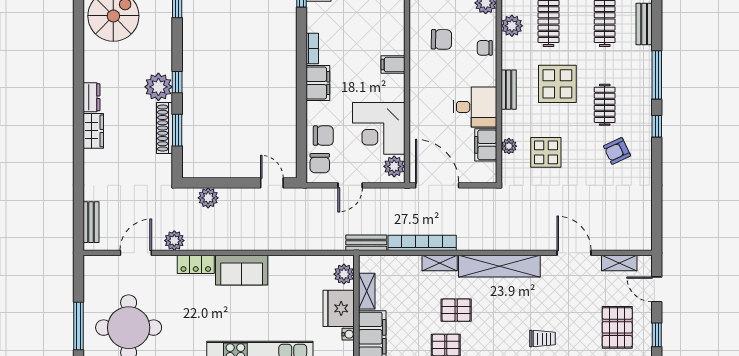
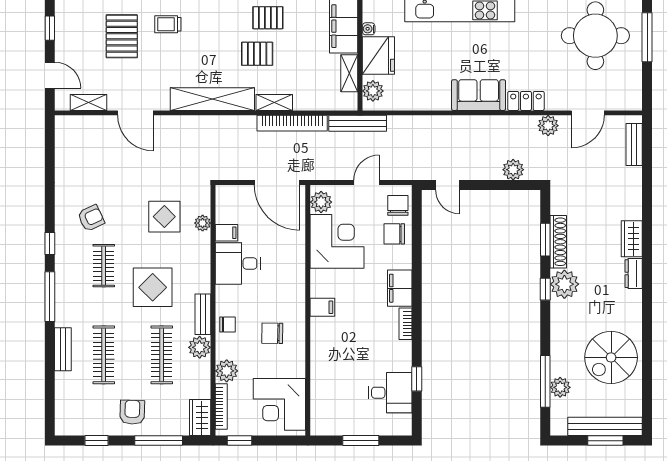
bench: (509, 90) -> (203, 314), moved
filing cabinet: (486, 145) -> (226, 233), width x0.50
bench: (366, 243) -> (358, 123), width x1.36
pallet: (617, 327) -> (122, 36), moved

